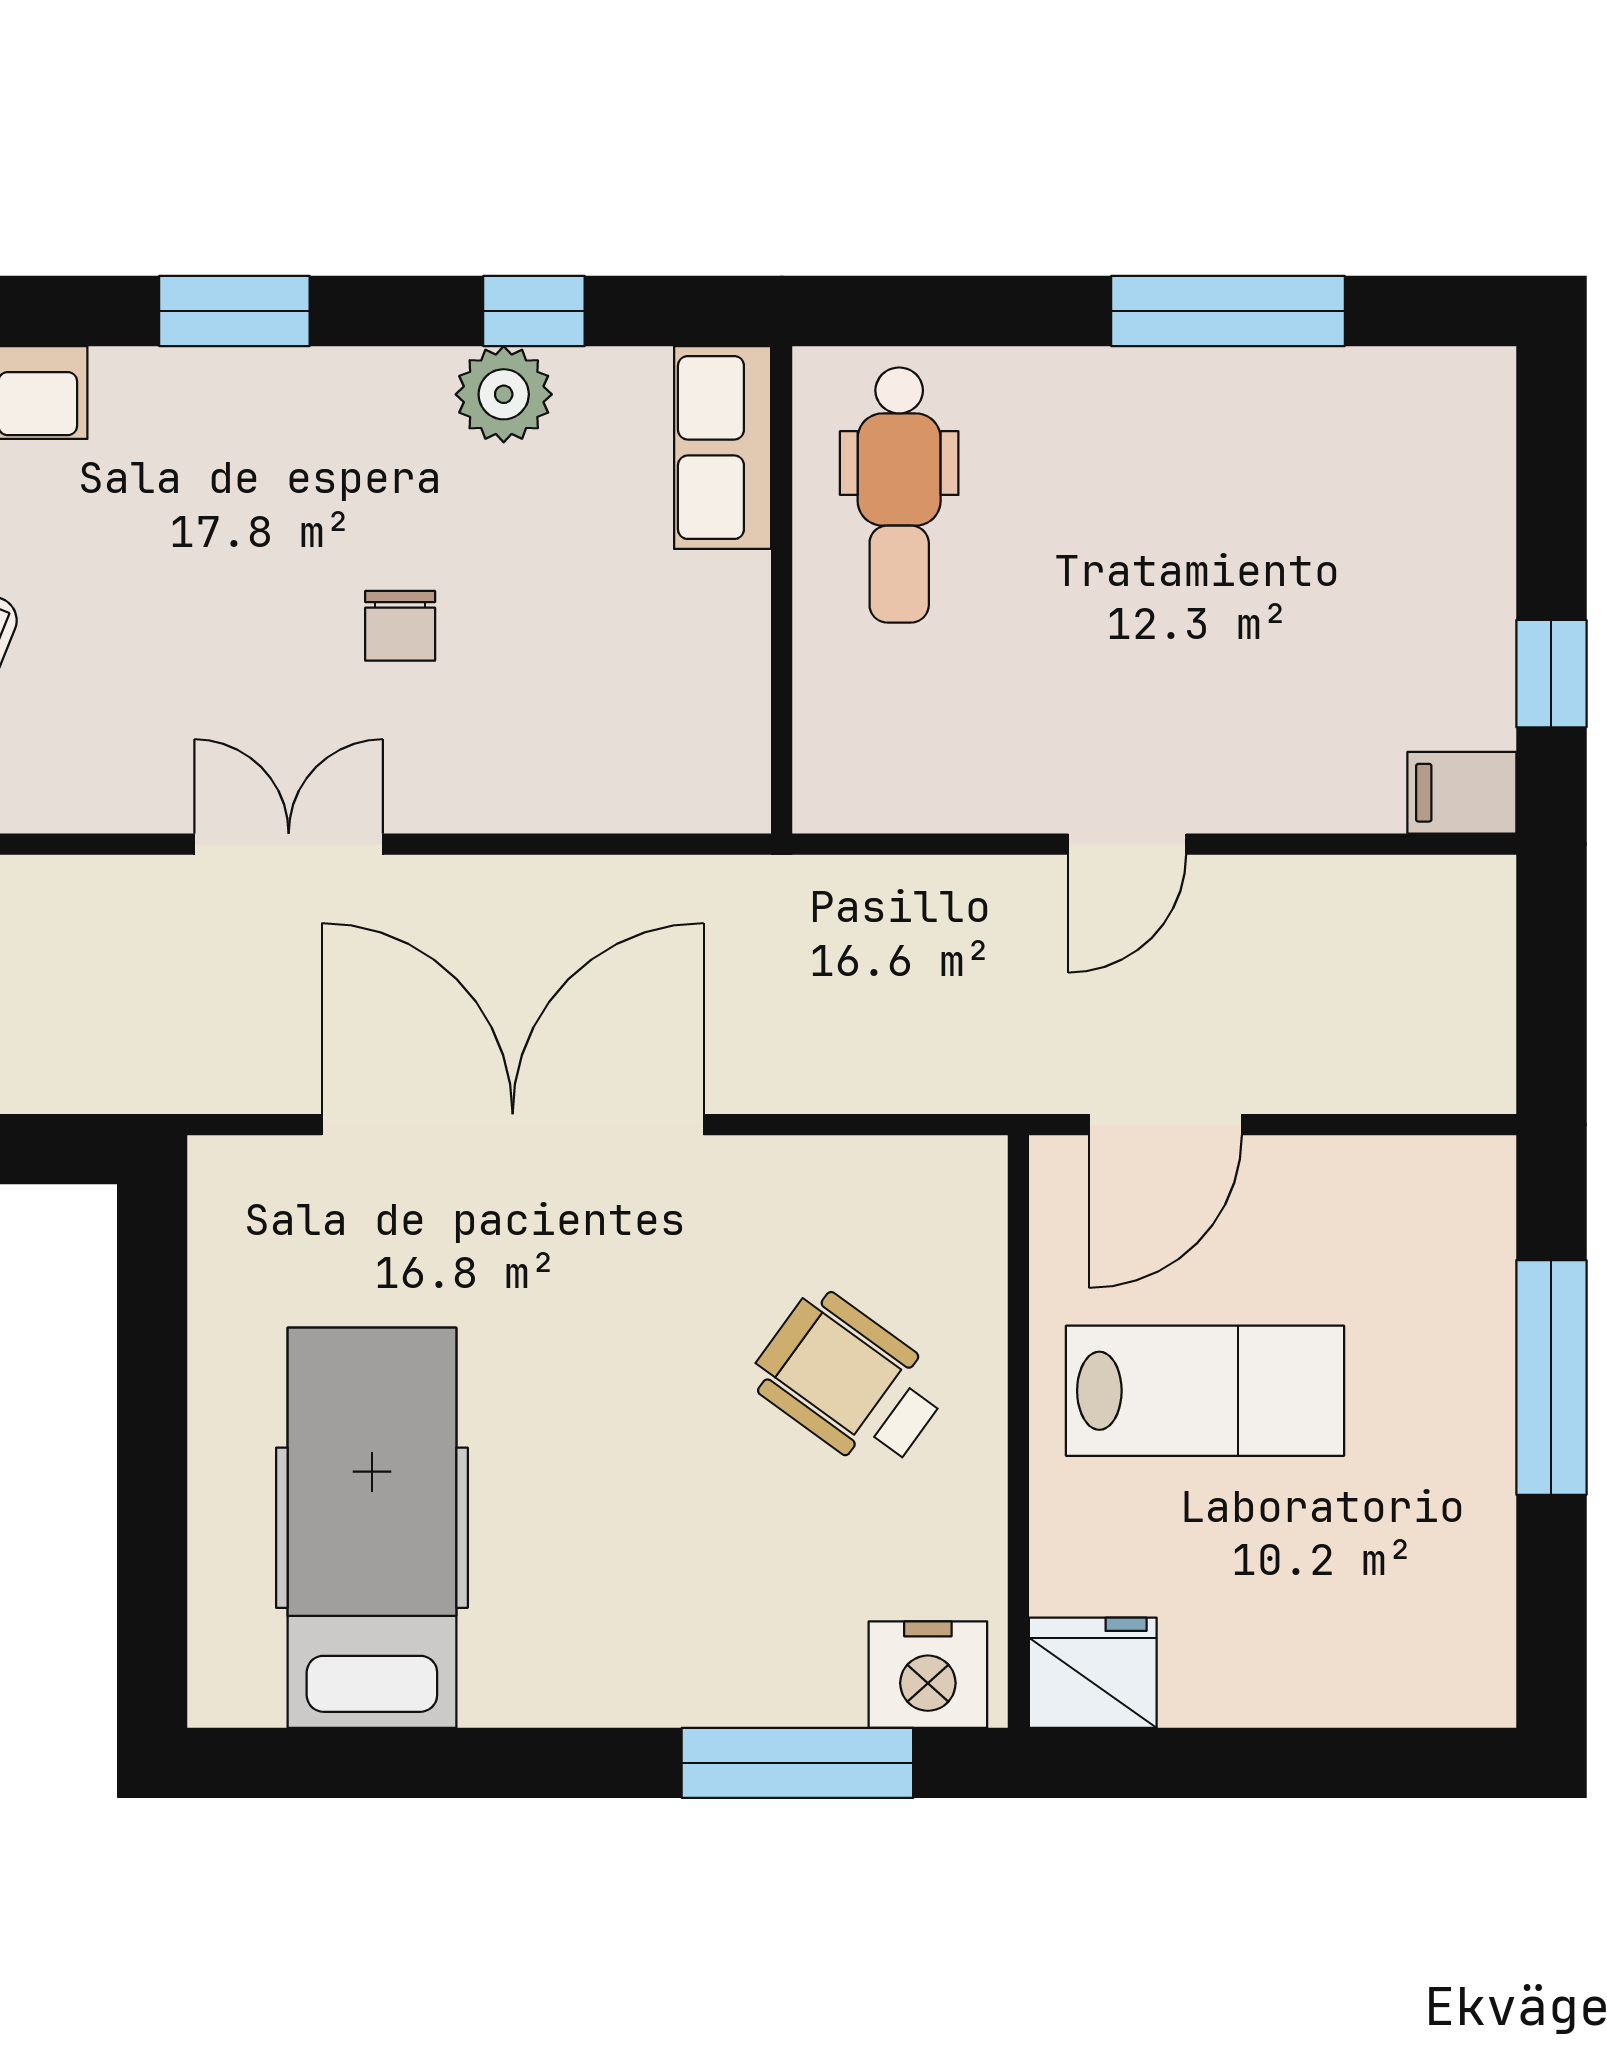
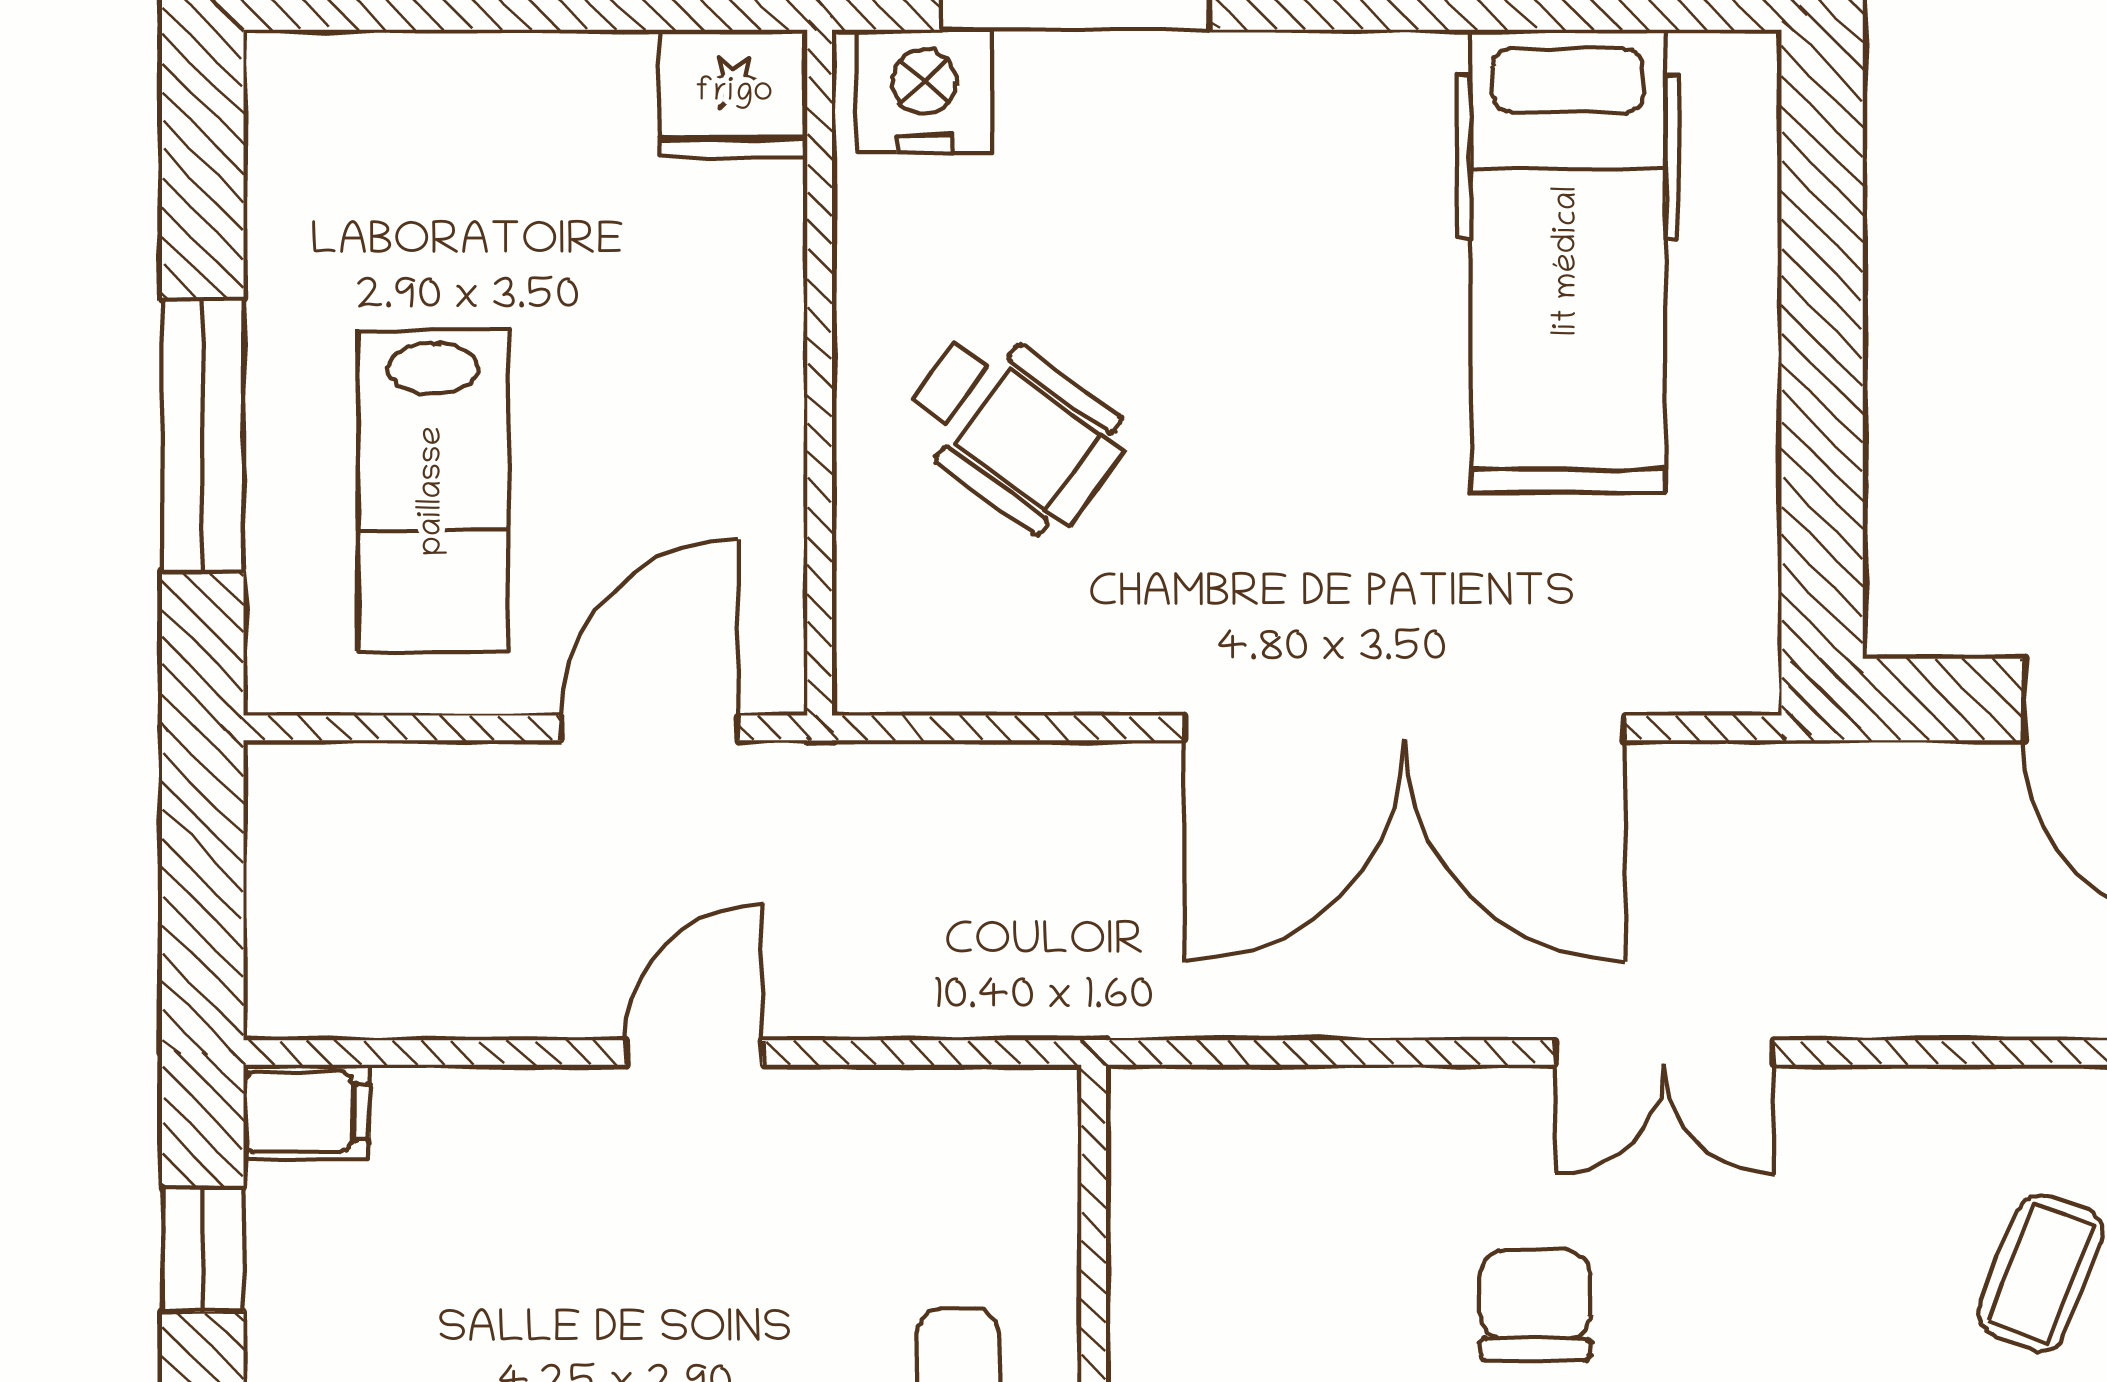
chair: (400, 626) -> (1535, 1305), width x1.37, depth x1.37
lab bench: (1205, 1391) -> (433, 491), moved, turned -90

